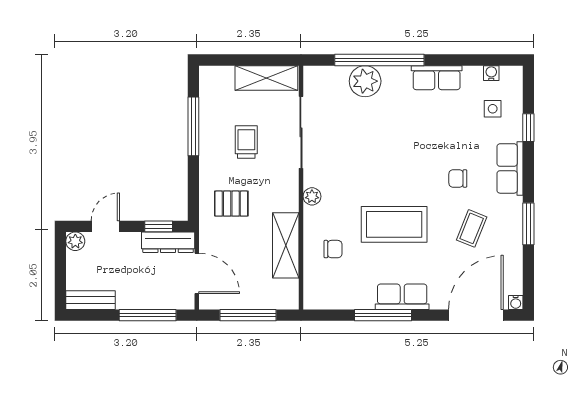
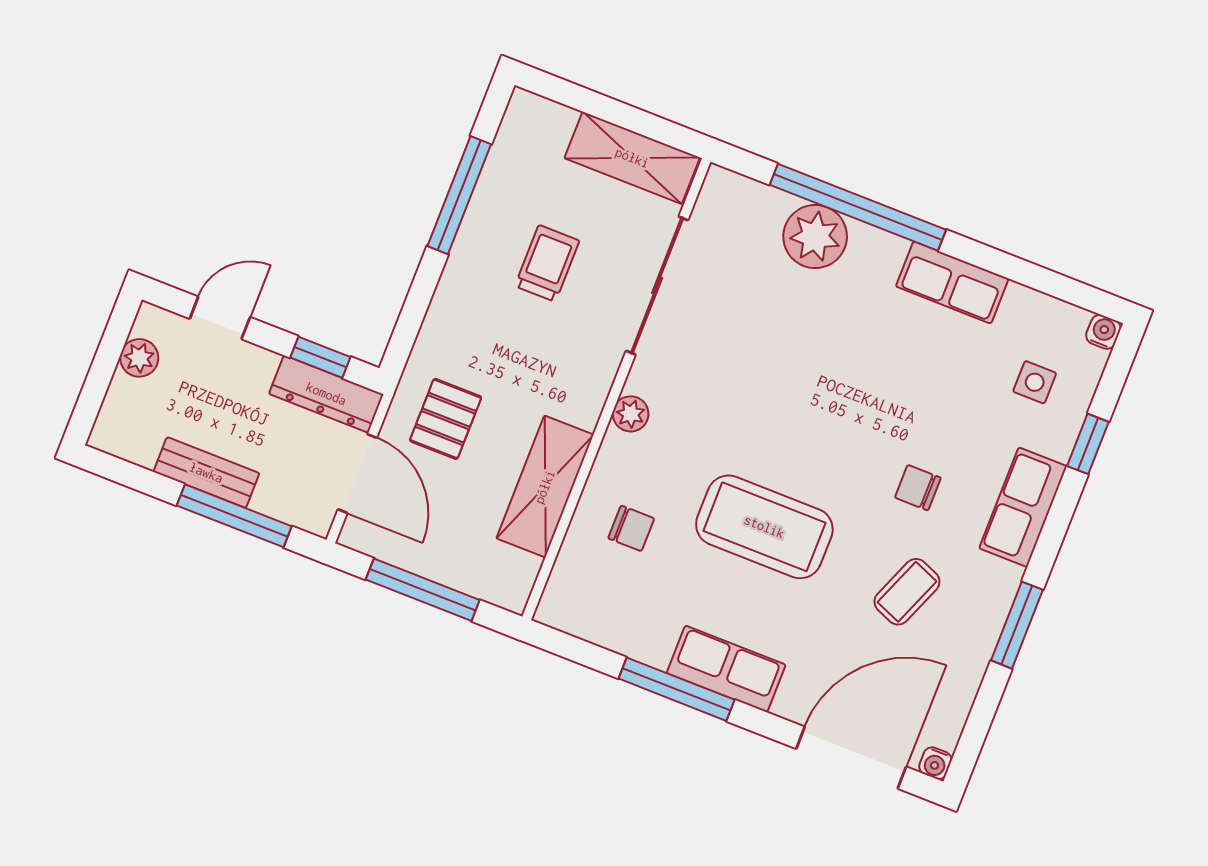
water cooler: (491, 73) -> (1103, 332), moved
pallet: (231, 204) -> (446, 419), moved, turned 90
plant: (75, 241) -> (139, 358), moved
bench: (90, 300) -> (206, 473), moved

